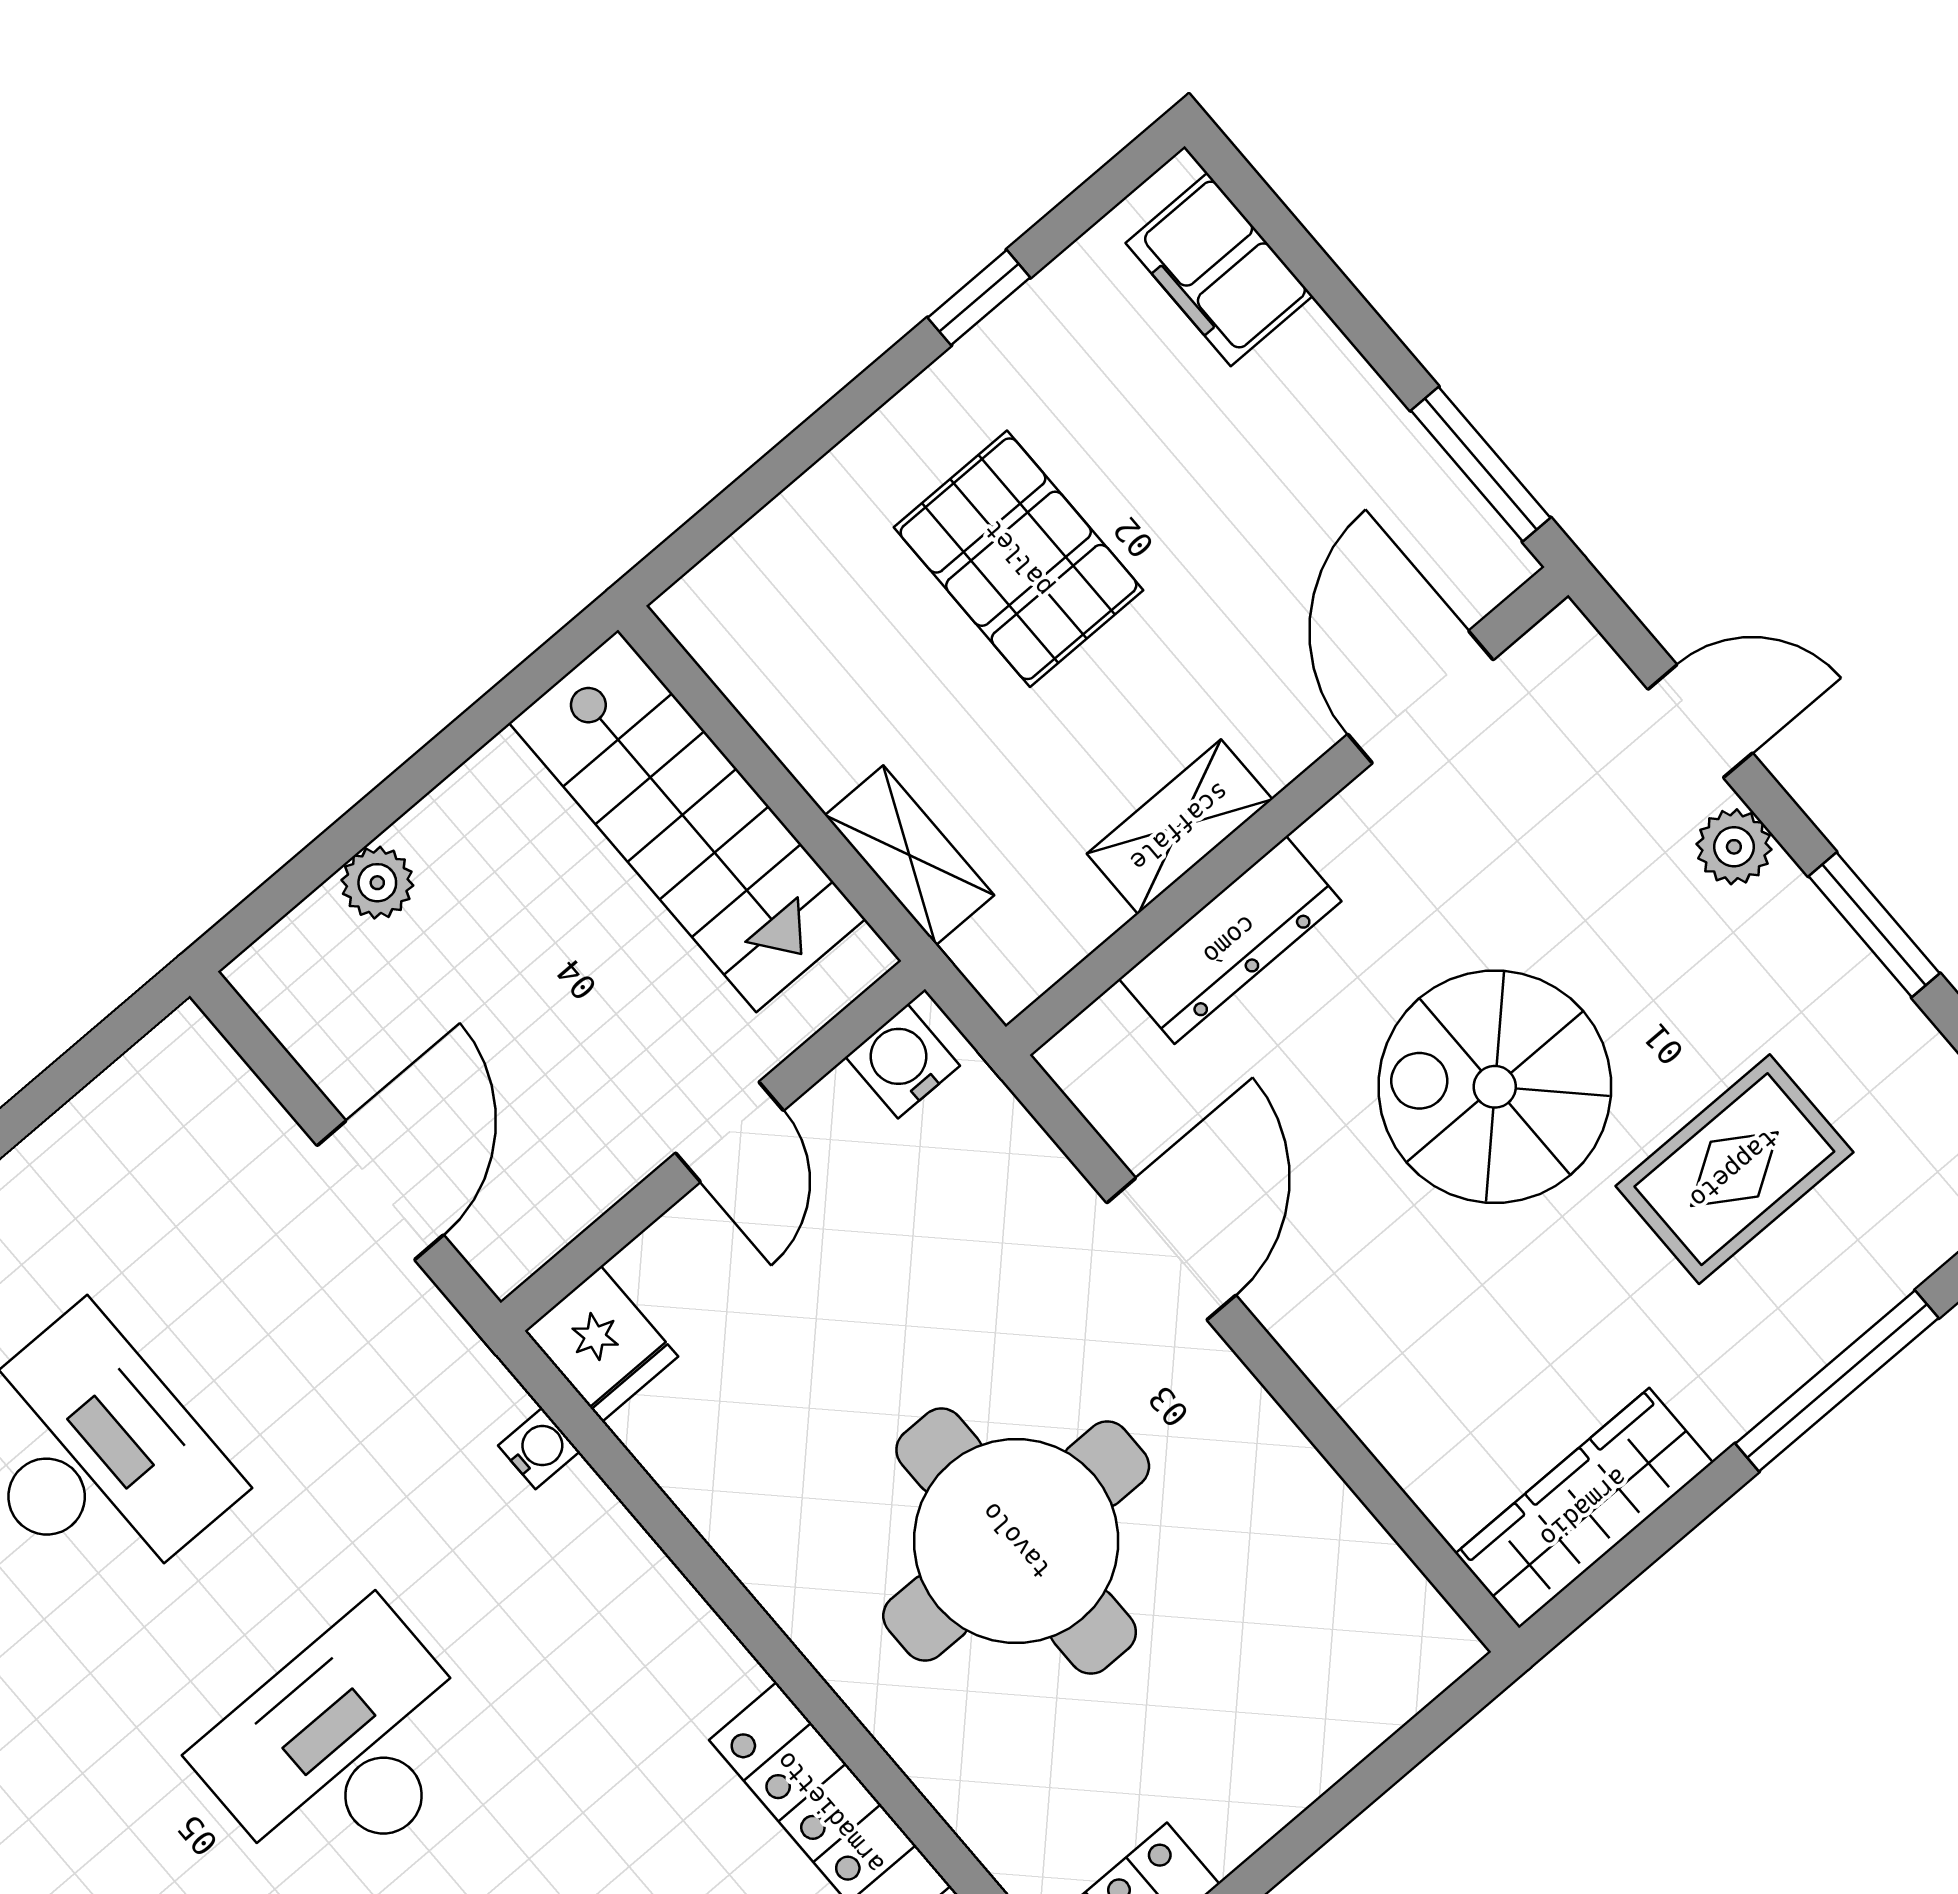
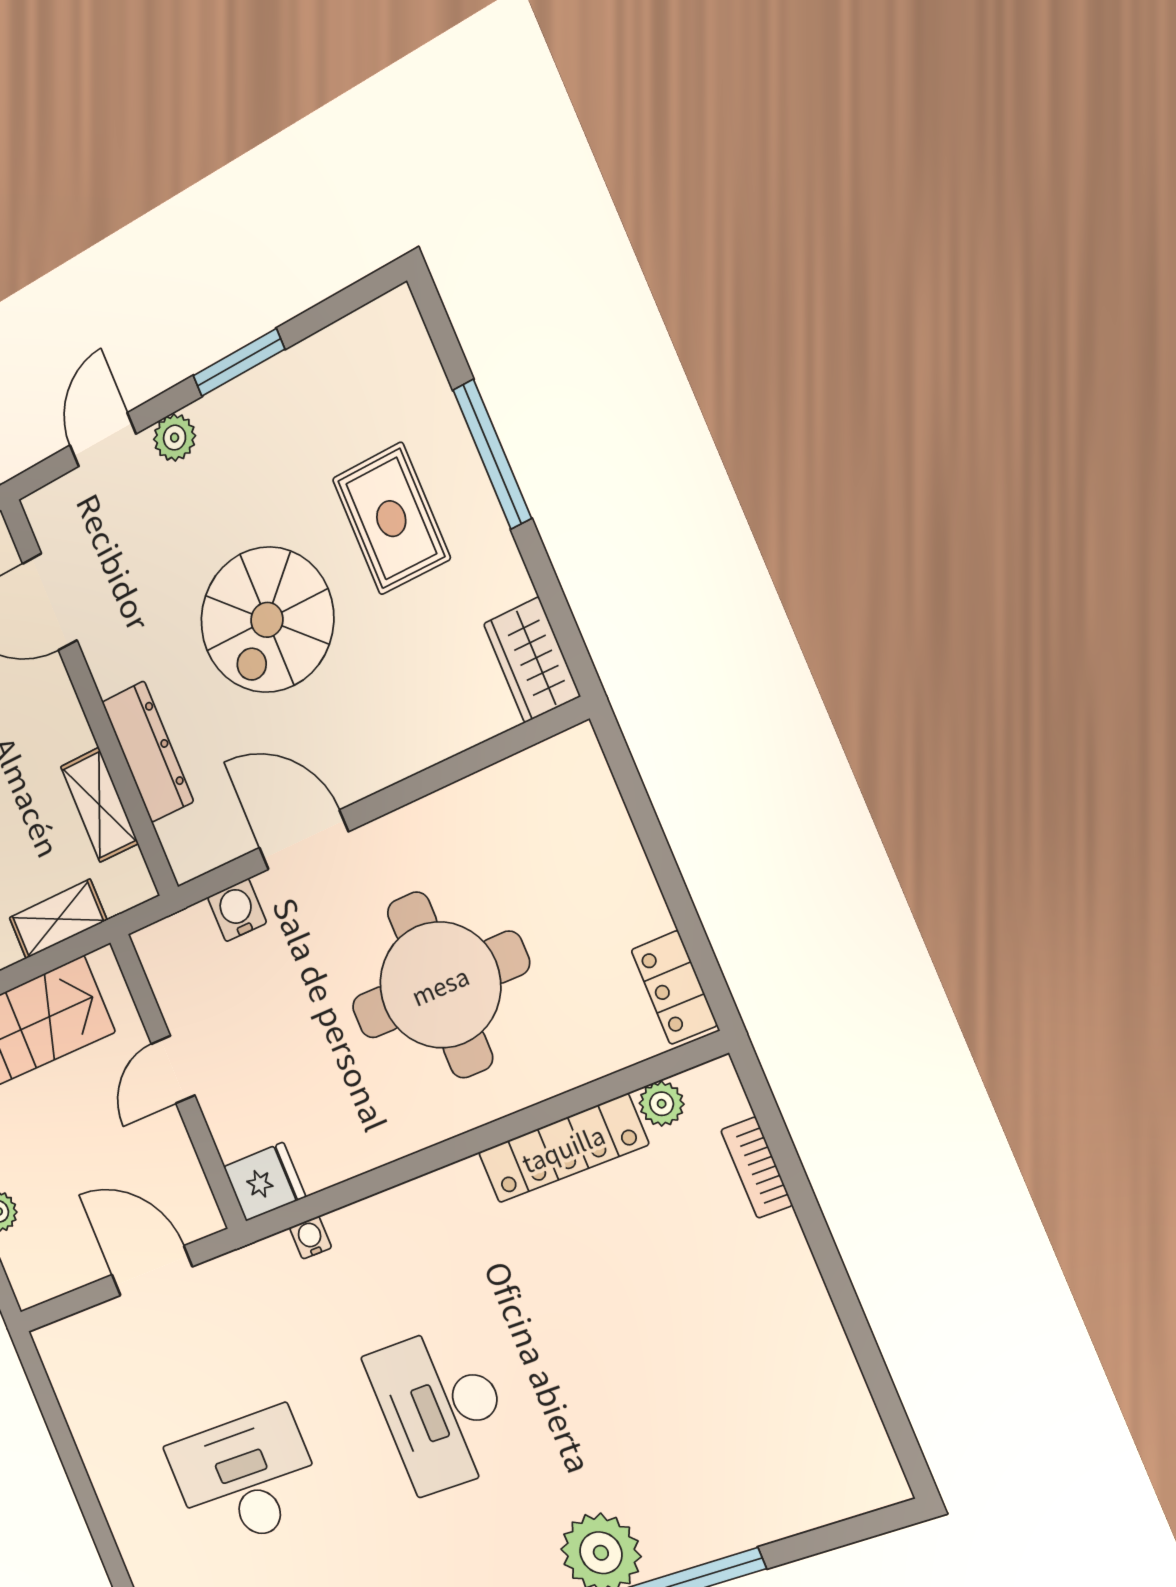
shelving: (1180, 827) -> (99, 805), moved
water cooler: (903, 1061) -> (237, 910), moved, turned 90
door: (730, 1132) -> (173, 1070), swing flipped
rug: (1734, 1169) -> (391, 519), moved
wardrobe: (1584, 1508) -> (532, 660), width x0.67

